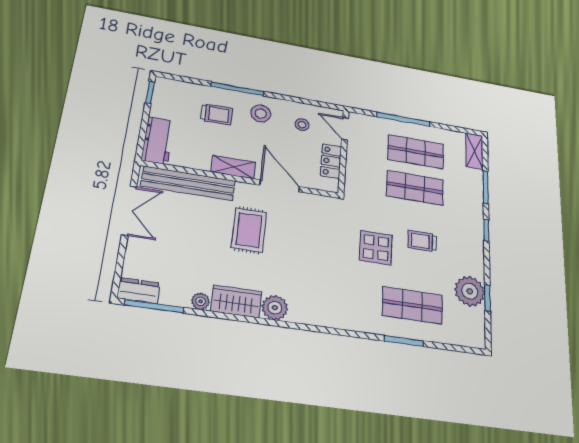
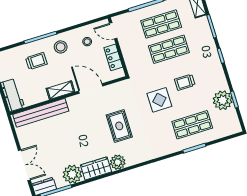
double door: (129, 211) -> (24, 165), moved
rug: (249, 230) -> (119, 126), moved
plant: (201, 301) -> (72, 174), width x1.88, depth x1.88

